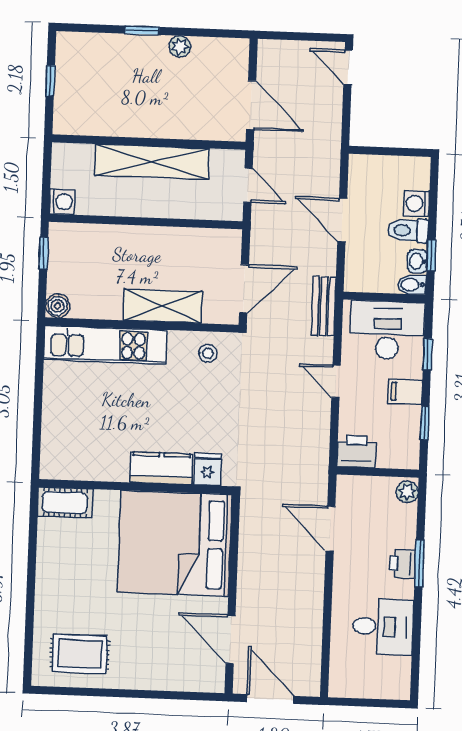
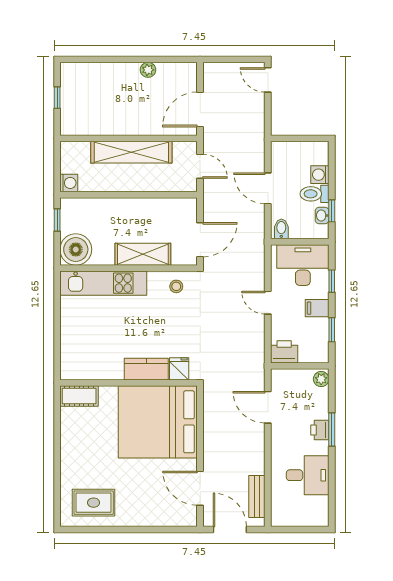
window: (142, 30) -> (121, 59), removed
door: (251, 105) -> (200, 109), swing flipped
bidet: (412, 285) -> (281, 229), moved, turned 90
boiler: (58, 306) -> (76, 249), width x1.86, depth x1.86
bench: (324, 306) -> (257, 497), moved

